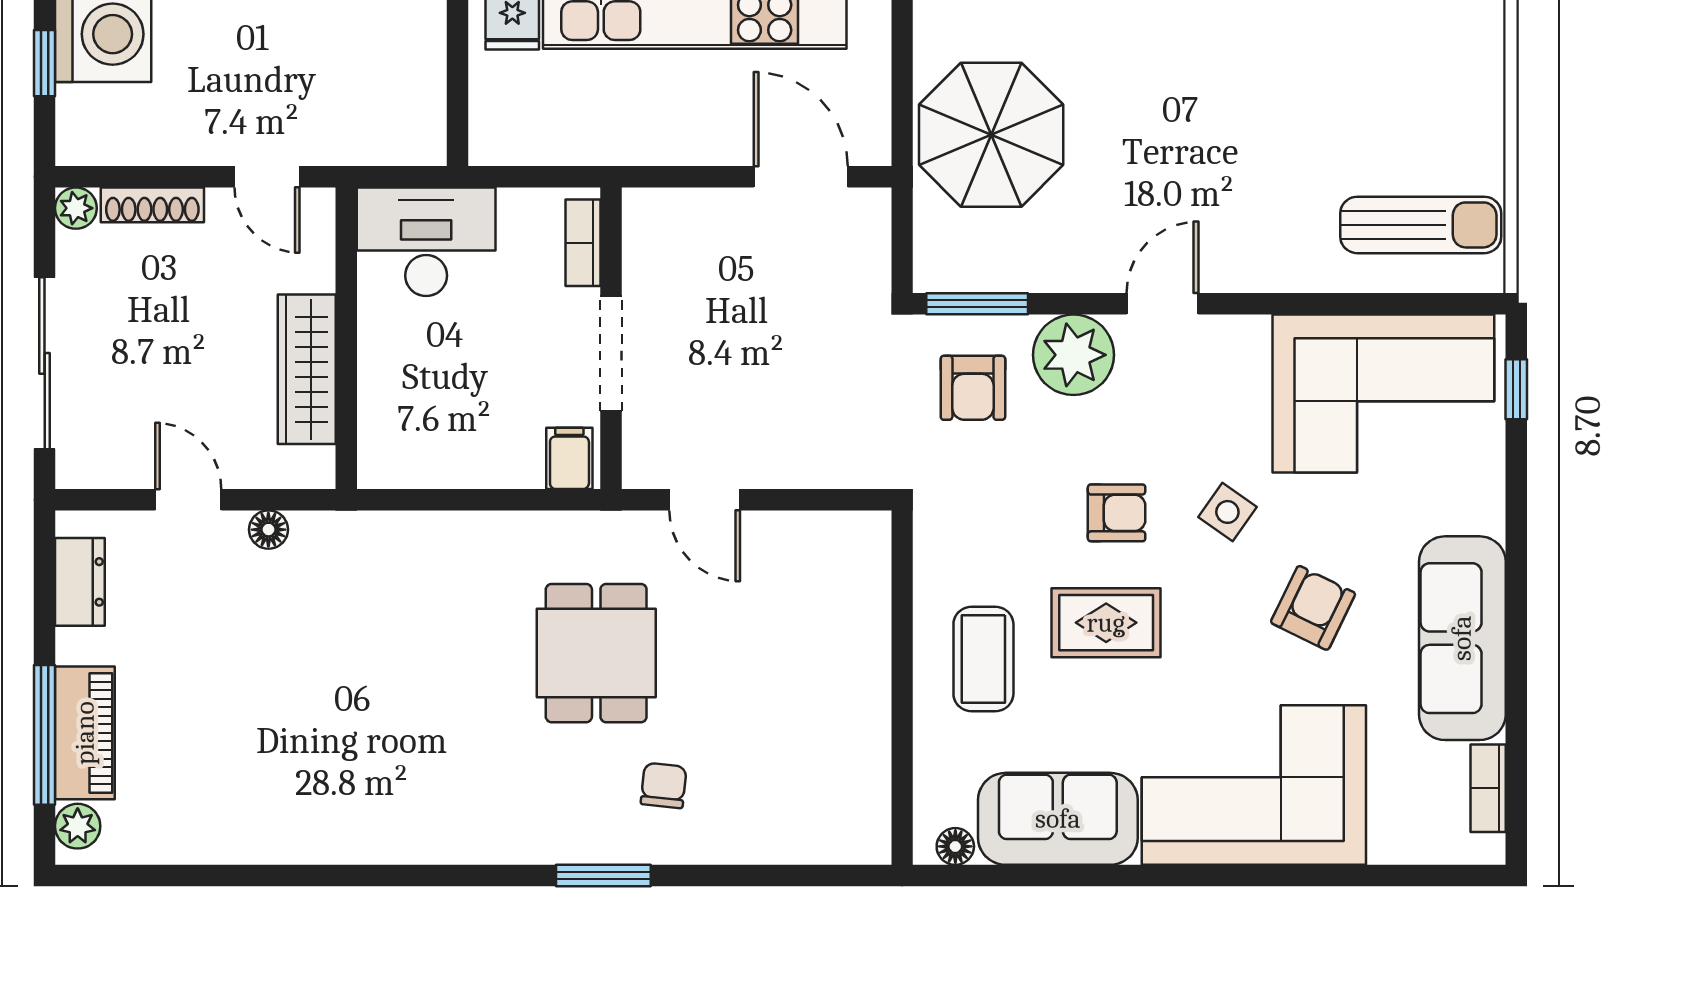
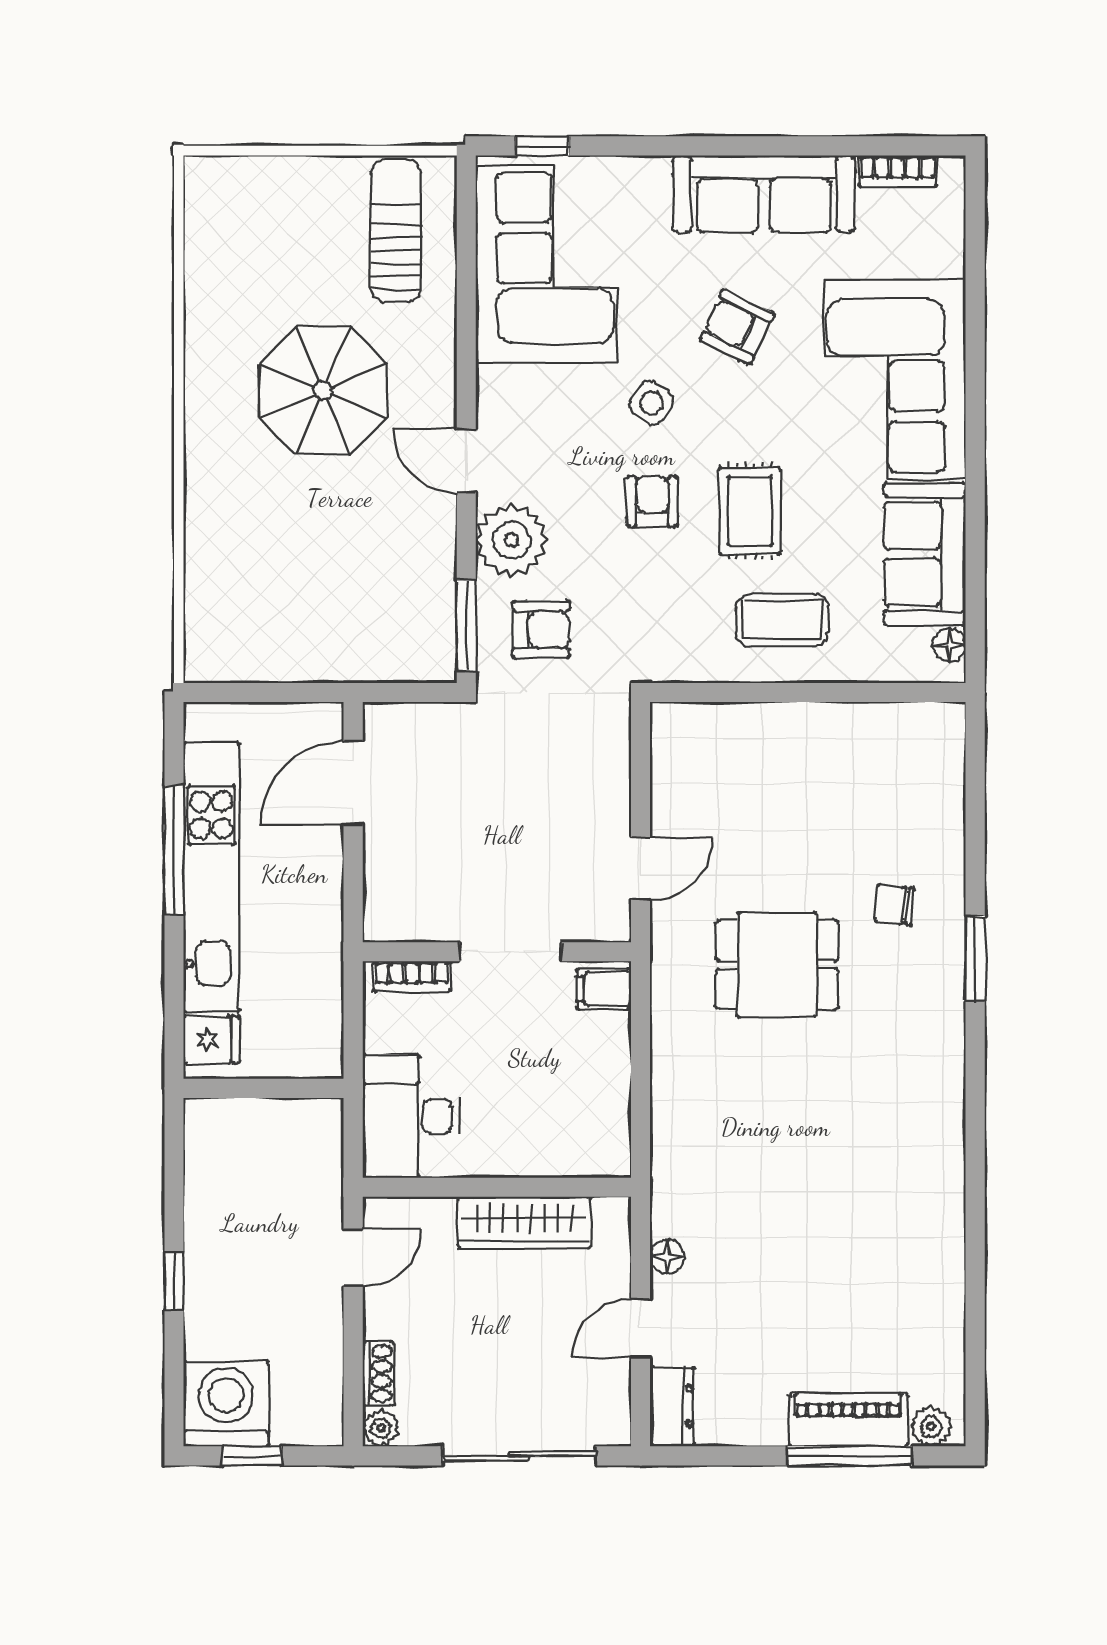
parasol: (991, 135) -> (323, 390), moved
shoe rack: (152, 205) -> (378, 1374), width x0.70
dresser: (80, 582) -> (672, 1406), moved, turned 90

